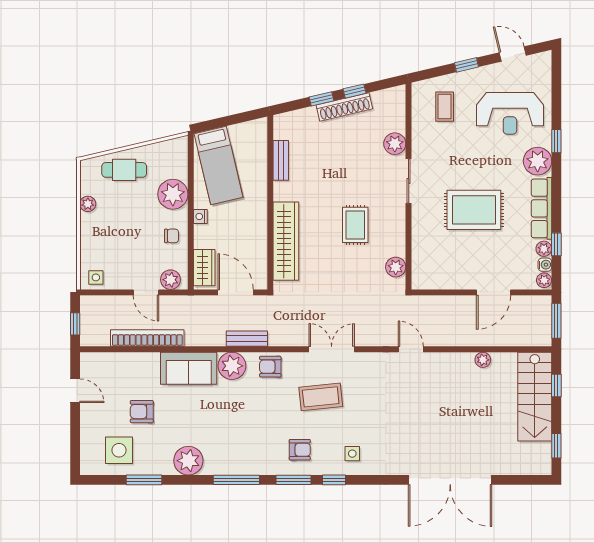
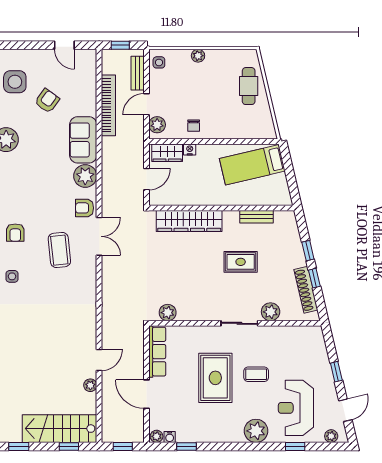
shoe rack: (344, 107) -> (306, 290), moved
coffee table: (445, 107) -> (256, 374), moved
window: (556, 141) -> (295, 447), moved
plant: (173, 194) -> (228, 127), removed
plant: (88, 204) -> (198, 56), moved
row of seats: (541, 208) -> (157, 352), moved, turned 90
nightstand: (200, 216) -> (190, 150), moved
rug: (355, 225) -> (241, 262), moved
plant: (544, 249) -> (331, 436), moved
door: (236, 292) -> (146, 179), width x0.73
window: (556, 321) -> (123, 447), width x0.67
bench: (247, 339) -> (138, 73), moved
double door: (332, 349) -> (99, 236), moved
door: (411, 349) -> (99, 360), moved
armchair: (270, 367) -> (85, 208), turned -90
door: (75, 391) -> (64, 45), hinge flipped
armchair: (142, 412) -> (47, 101), turned 36

